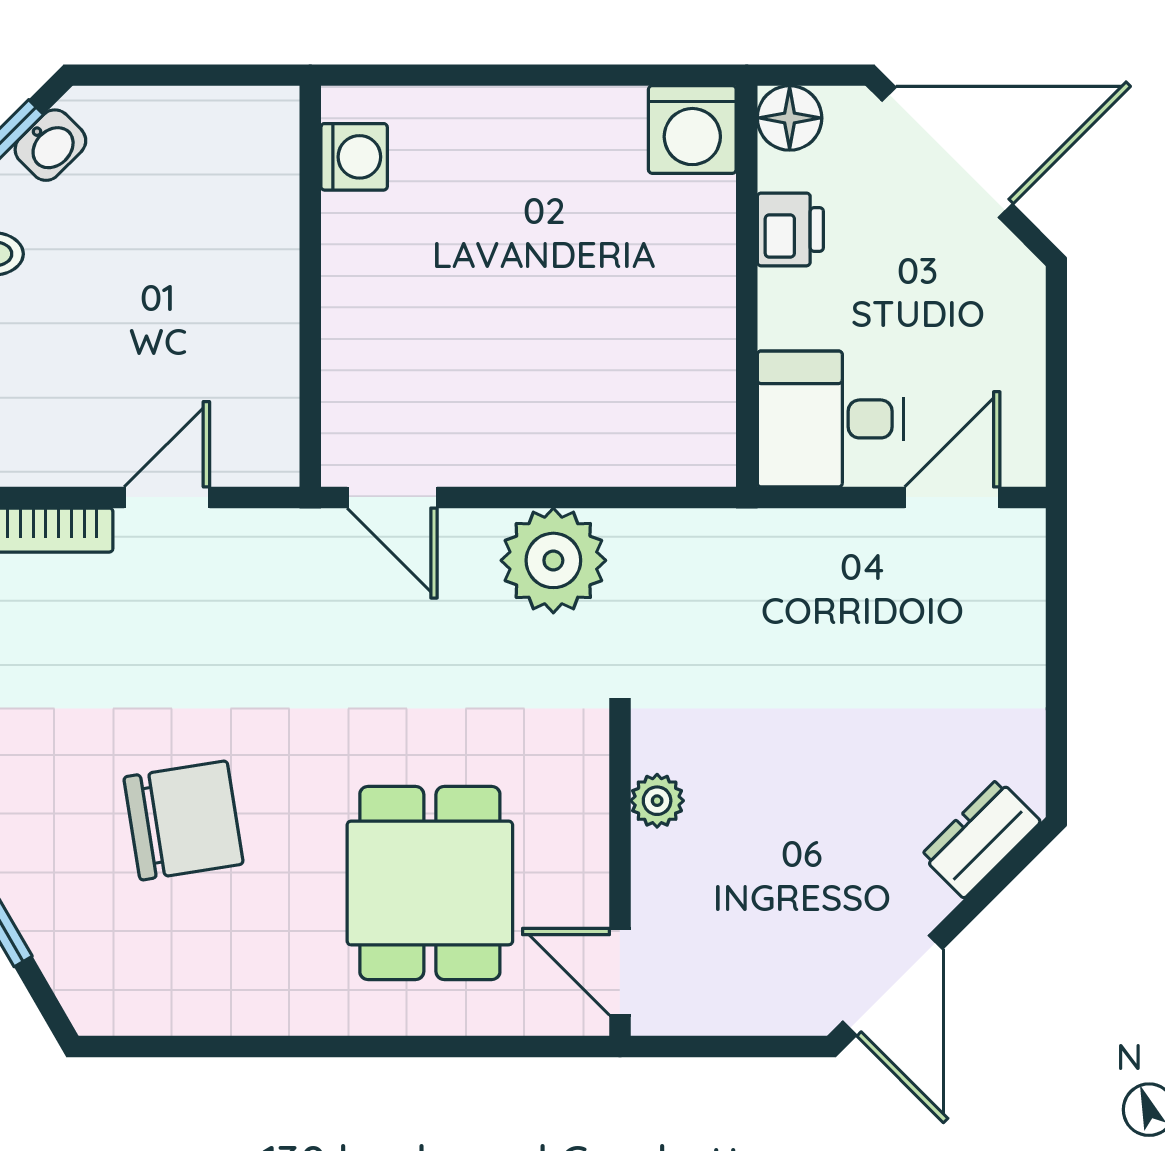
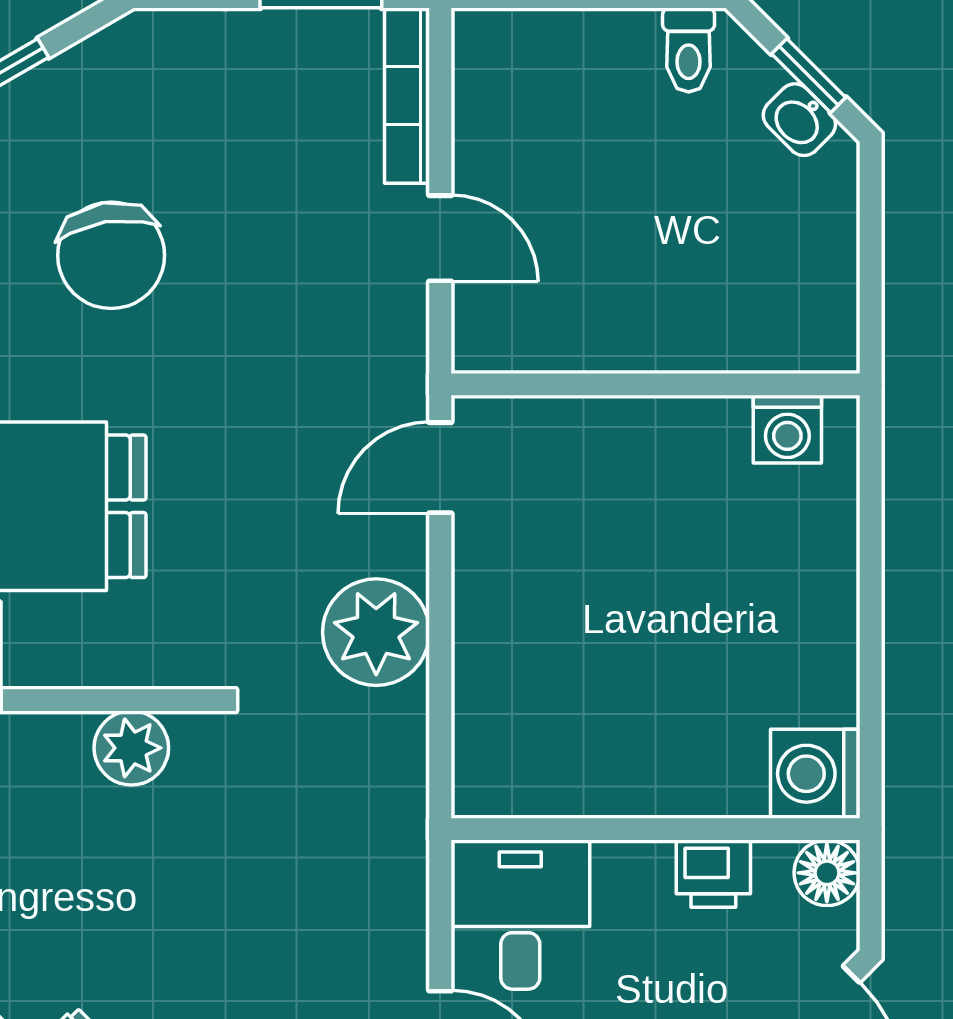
plant: (657, 801) -> (131, 748), width x1.38, depth x1.38

